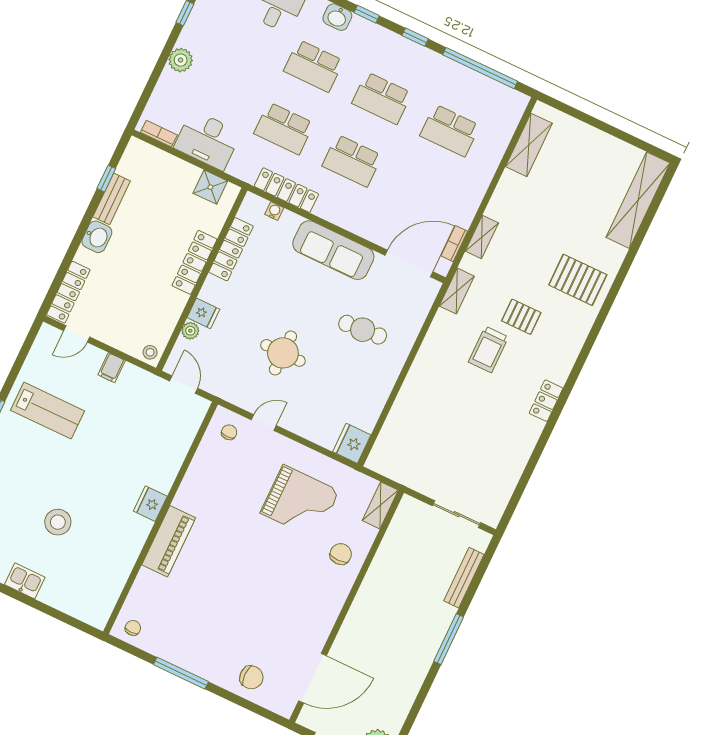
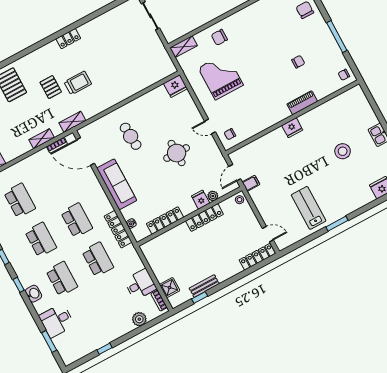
plant: (181, 60) -> (139, 319), moved
desk: (208, 140) -> (140, 284), width x0.73
shower: (210, 187) -> (170, 288), moved
washbasin: (97, 237) -> (224, 273), removed
locker: (194, 262) -> (204, 218), moved
filing cabinet: (112, 368) -> (251, 183), moved
piano: (169, 541) -> (302, 103), width x0.73, depth x0.75
chair: (208, 600) -> (298, 62), added

